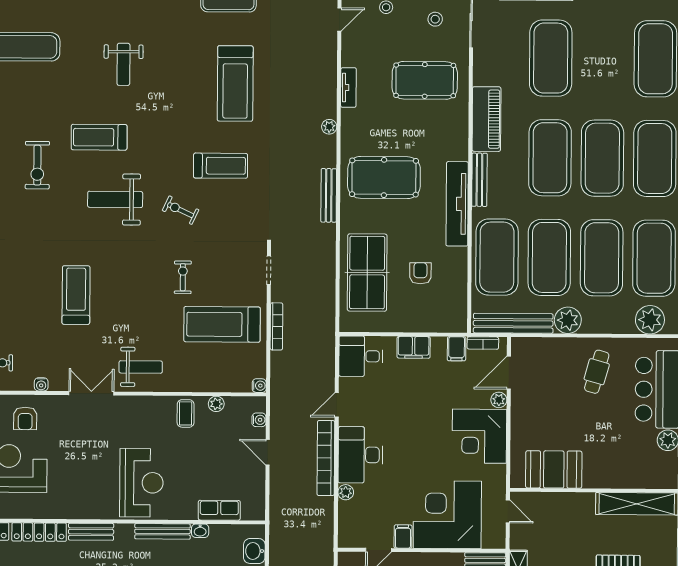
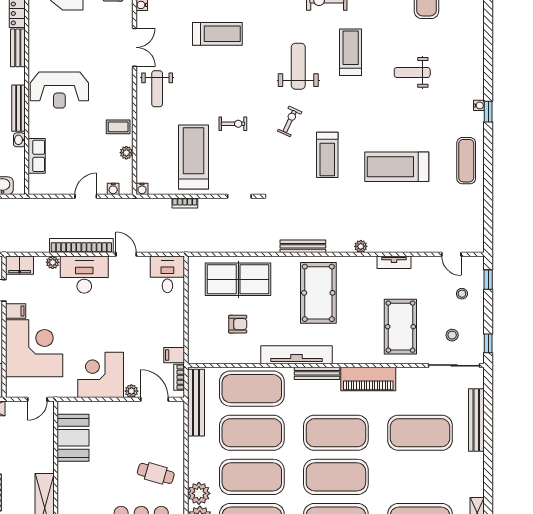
plant: (568, 320) -> (199, 493), moved
bookcase: (276, 326) -> (185, 203), width x0.64
filing cabinet: (414, 347) -> (20, 265), moved, turned -90

